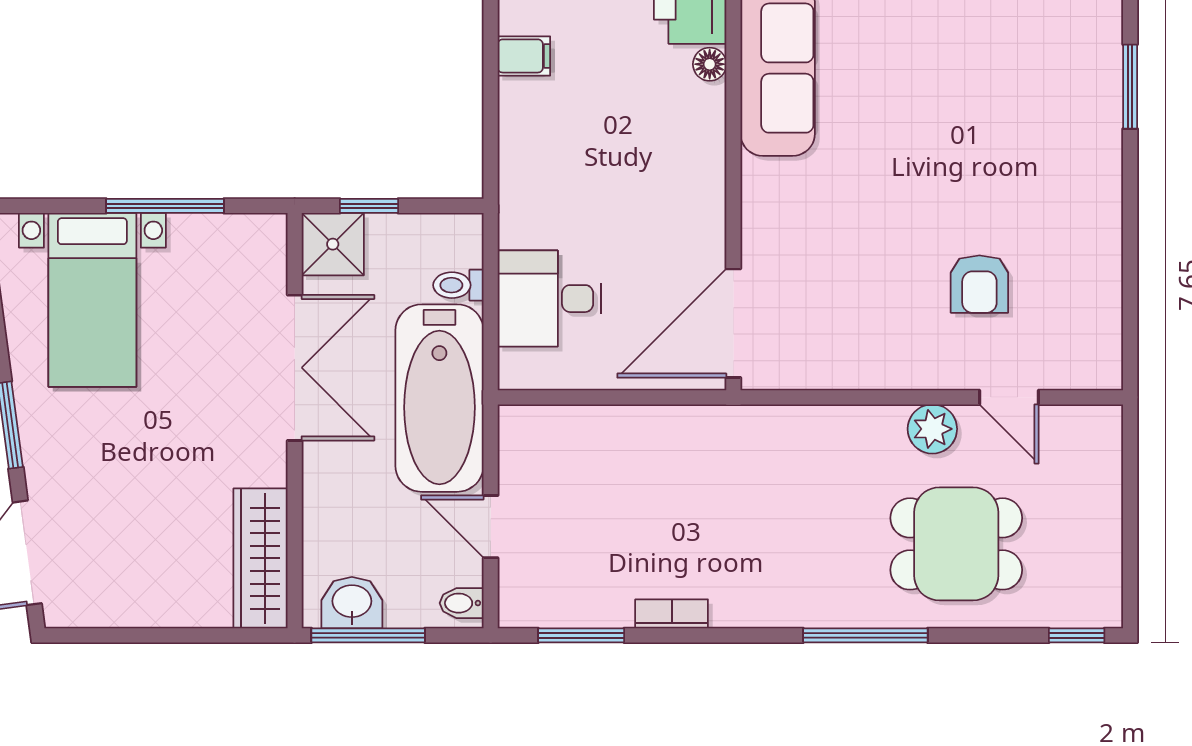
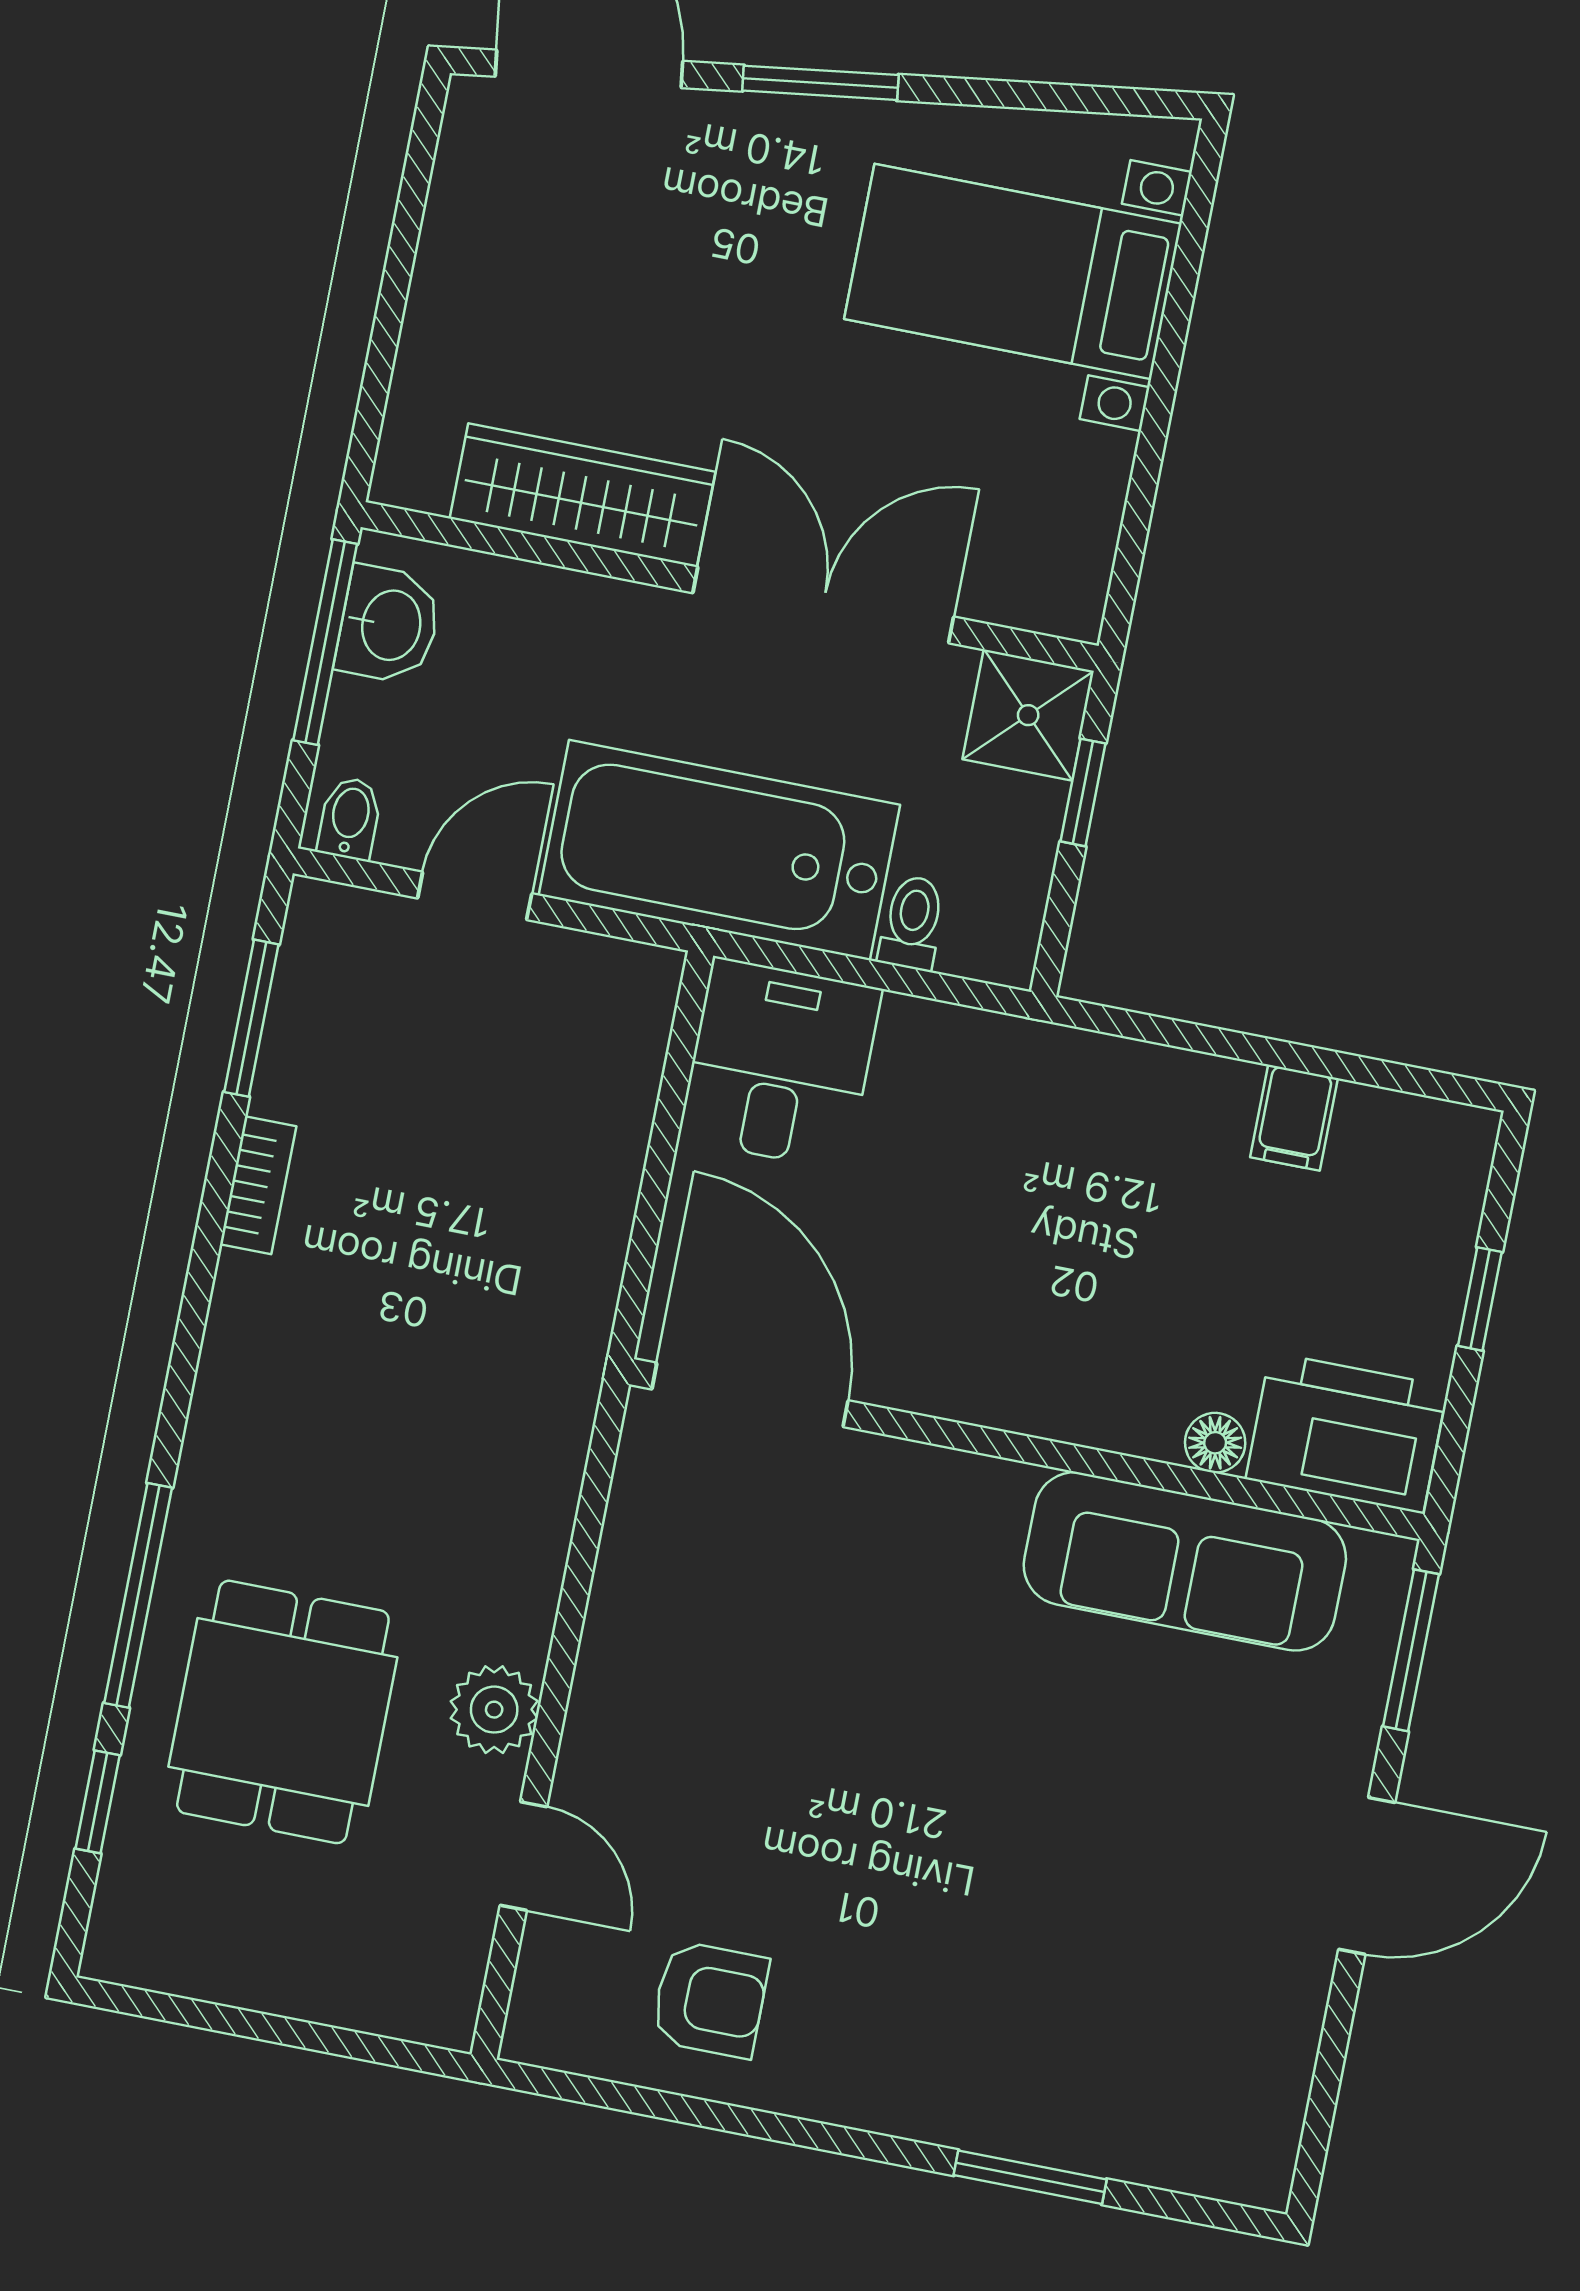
window: (165, 206) -> (1154, 432), removed
armchair: (979, 284) -> (710, 1999), moved, turned 180
desk: (550, 299) -> (780, 1064), moved
double door: (295, 368) -> (823, 605), swing flipped
door: (1009, 397) -> (523, 1856), swing flipped
wardrobe: (260, 558) -> (583, 495), moved
window: (865, 635) -> (138, 1595), moved
window: (1077, 635) -> (98, 1802), moved

